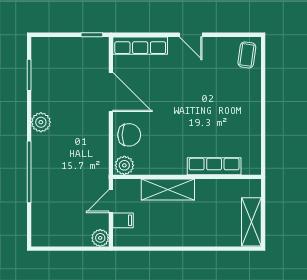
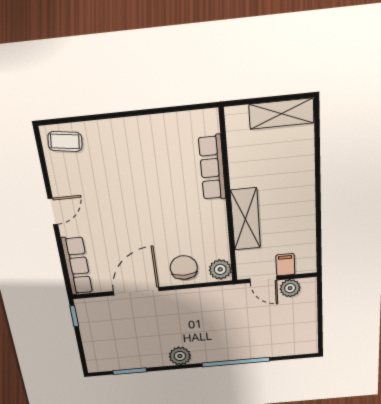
plant: (100, 238) -> (290, 288), moved

